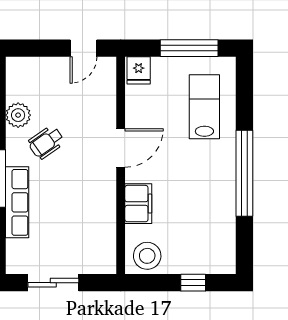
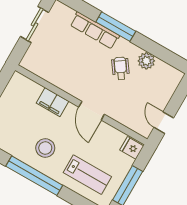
stool: (147, 256) -> (45, 148), moved

